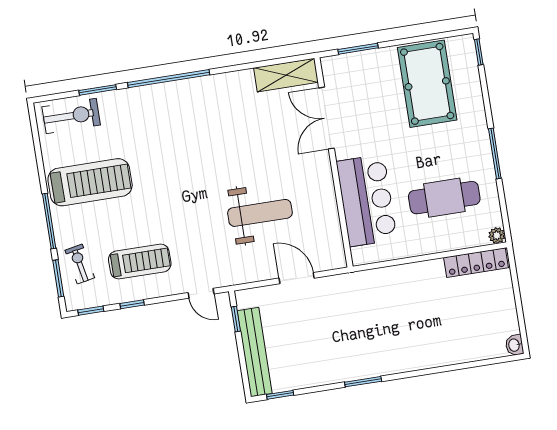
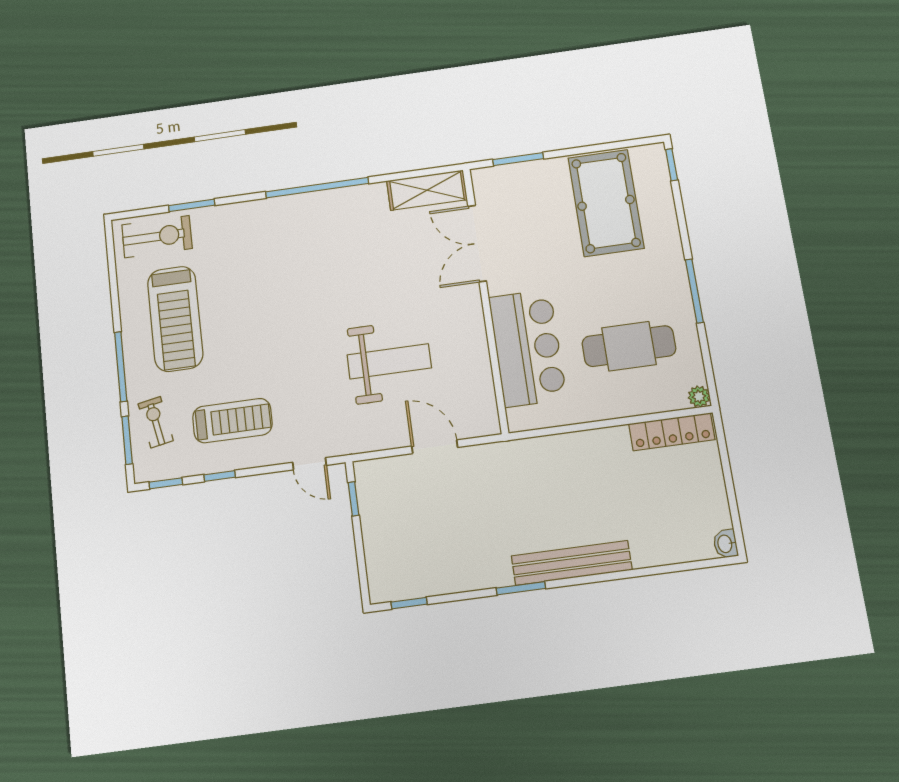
window: (169, 79) -> (317, 188), moved
treadmill: (90, 182) -> (175, 319), turned 90
bench: (255, 352) -> (572, 563), moved, turned 90

